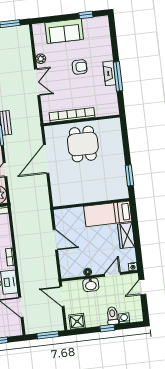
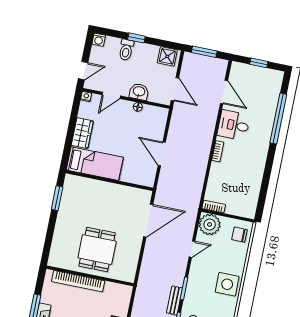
bookcase: (72, 115) -> (78, 281), moved
door: (46, 159) -> (148, 221), moved
washing machine: (124, 318) -> (99, 40), moved

